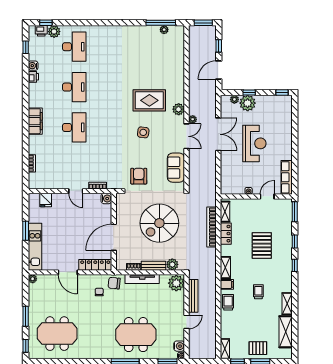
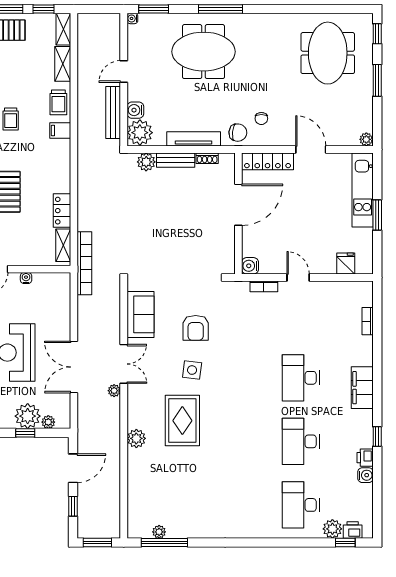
window: (26, 47) -> (377, 436), moved
rug: (149, 100) -> (182, 421), turned 90
plant: (179, 109) -> (136, 438), moved
double door: (187, 136) -> (124, 364), swing flipped
armchair: (139, 176) -> (196, 328), moved
spiral stairs: (159, 223) -> (167, 227), removed
bookcase: (212, 227) -> (84, 263), moved
shelving: (225, 268) -> (63, 64), moved
meeting table: (57, 334) -> (328, 53), turned 90
water cooler: (179, 346) -> (135, 110), moved

